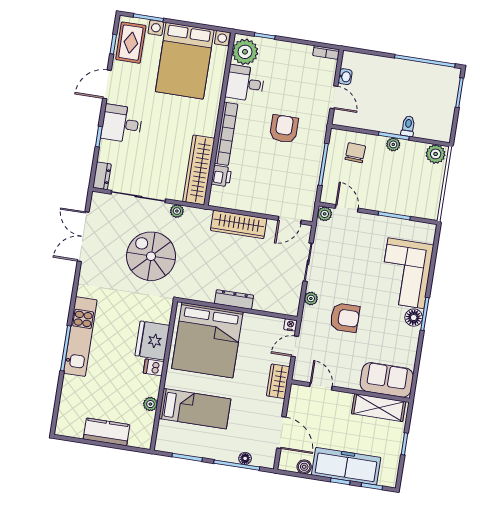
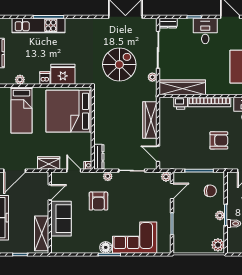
dresser: (234, 299) -> (99, 157), moved
kitchen unit: (80, 337) -> (39, 25), moved
sofa: (387, 380) -> (61, 219), moved

